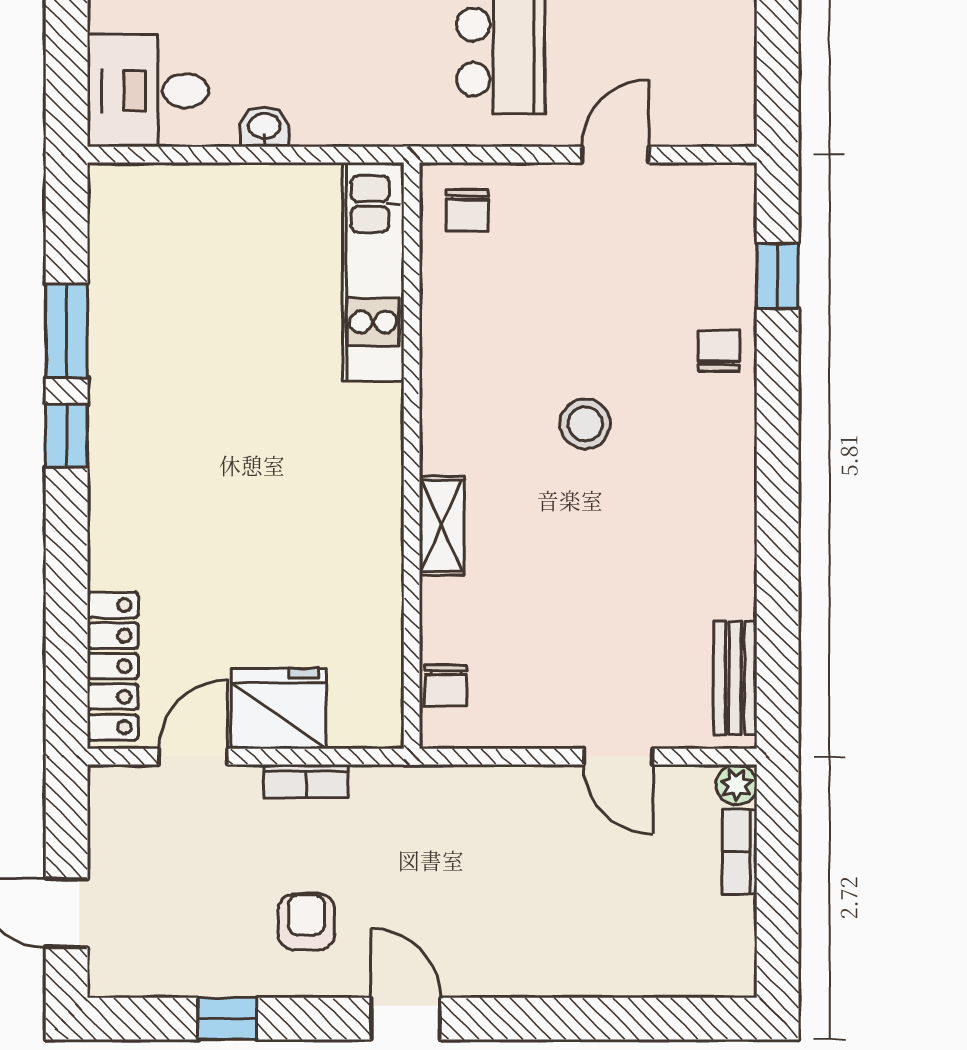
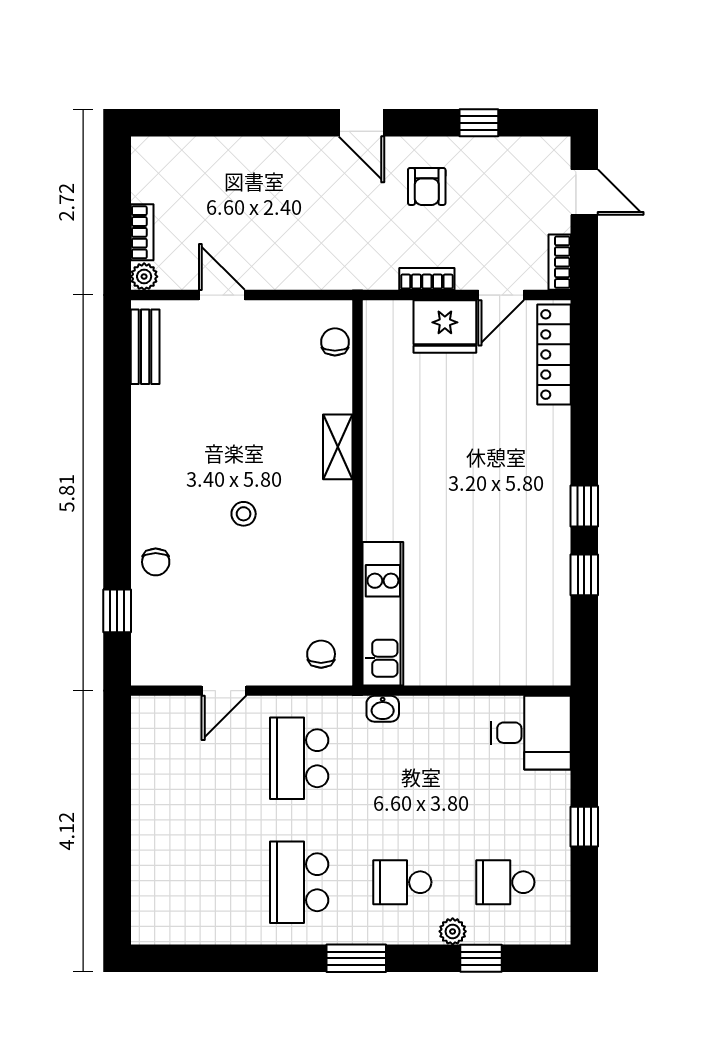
washbasin: (264, 127) -> (383, 709), moved
window: (67, 331) -> (584, 575), width x0.67
stool: (585, 424) -> (244, 514), width x0.73, depth x0.73
bookcase: (104, 807) -> (560, 262), added

